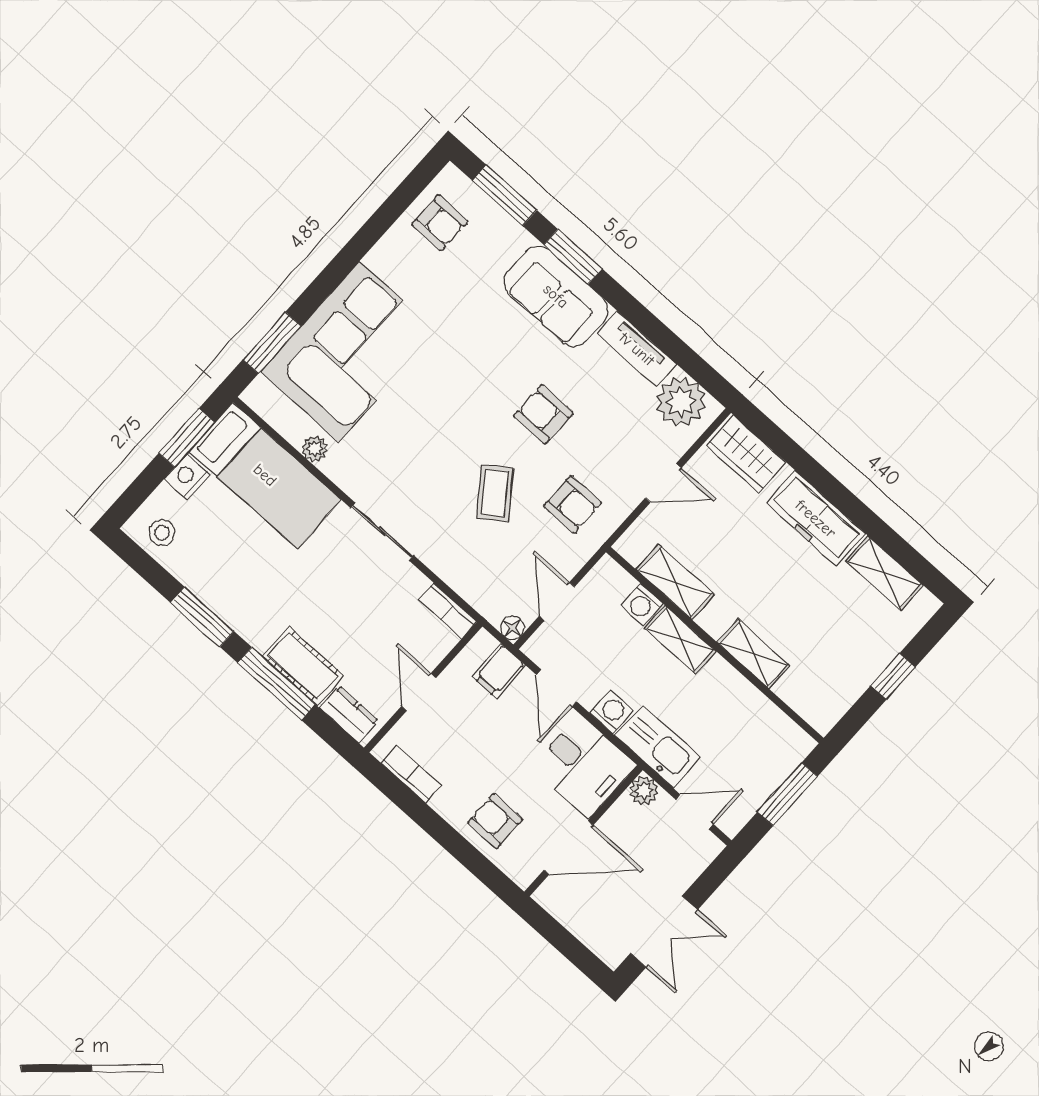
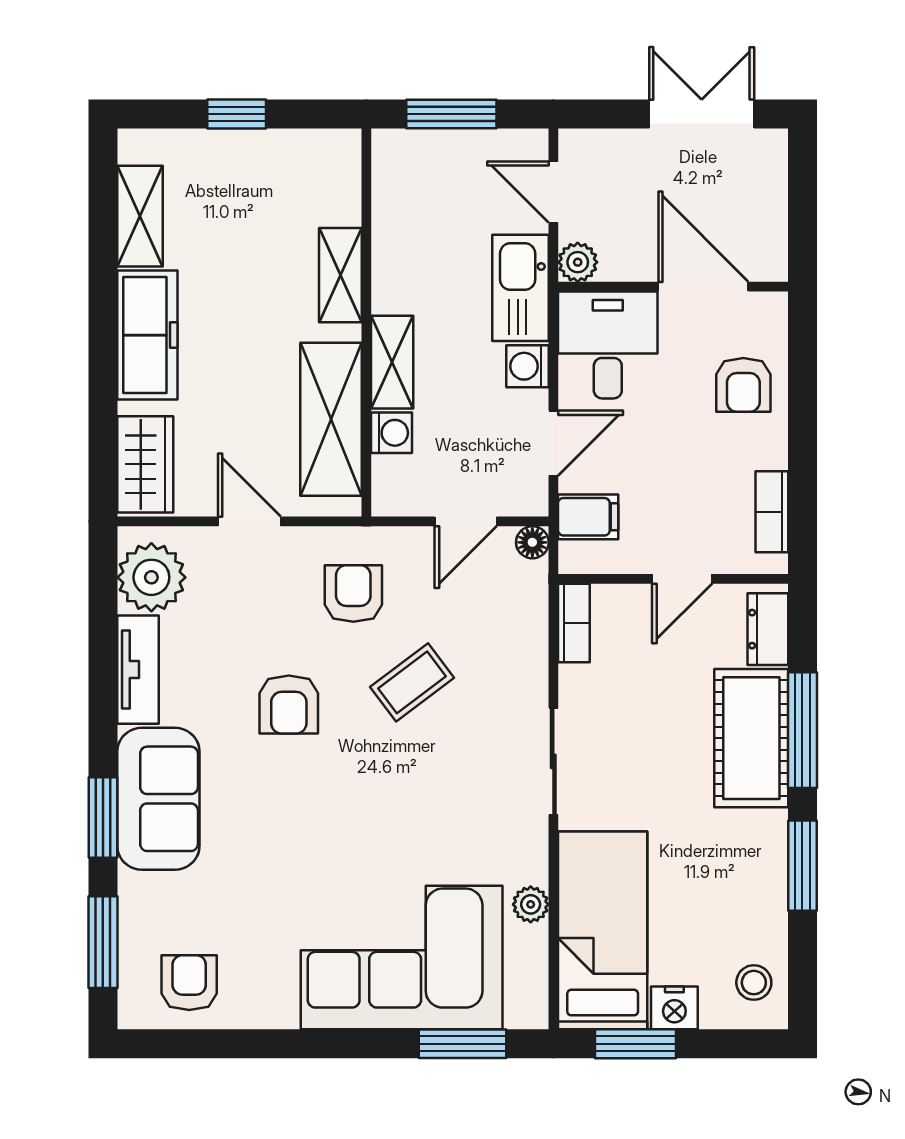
shelving: (675, 582) -> (331, 419), width x1.50, depth x1.33
cot: (303, 666) -> (751, 738), width x1.37, depth x1.34

